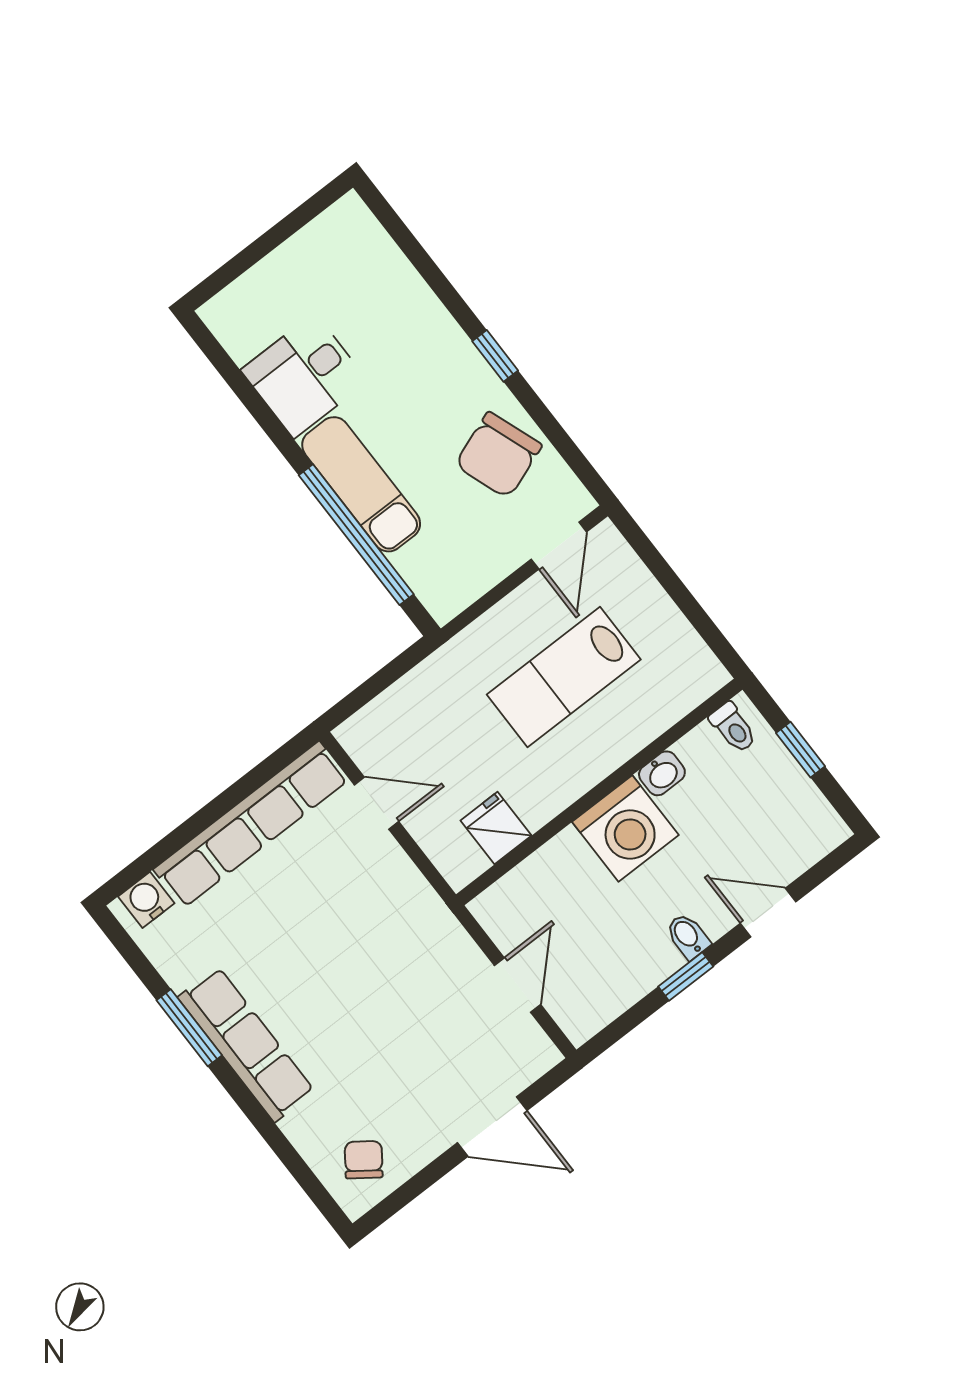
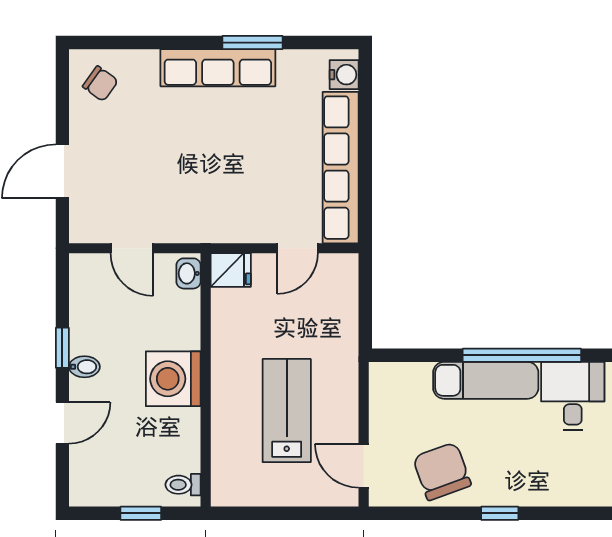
window: (356, 535) -> (522, 355), moved
washbasin: (662, 773) -> (188, 273), moved
fridge: (496, 828) -> (231, 270), moved

